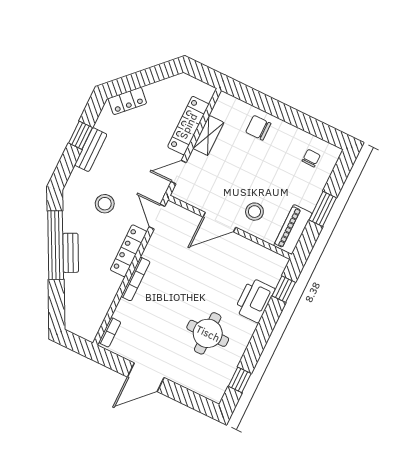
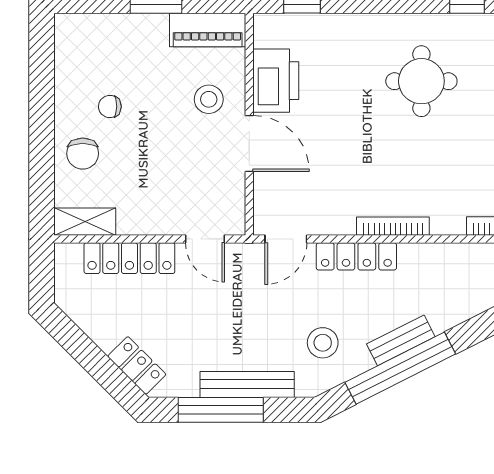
window: (80, 135) -> (221, 410), width x2.17
shelving: (208, 135) -> (85, 222), moved
bench: (91, 150) -> (247, 384), width x1.36
chair: (311, 158) -> (110, 106), moved
stool: (105, 204) -> (323, 343), moved
printer: (255, 300) -> (276, 81), moved, turned -90

